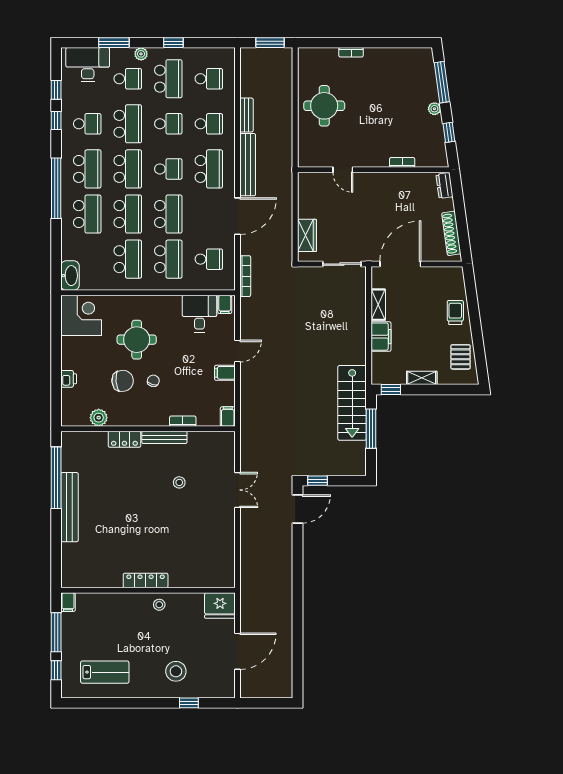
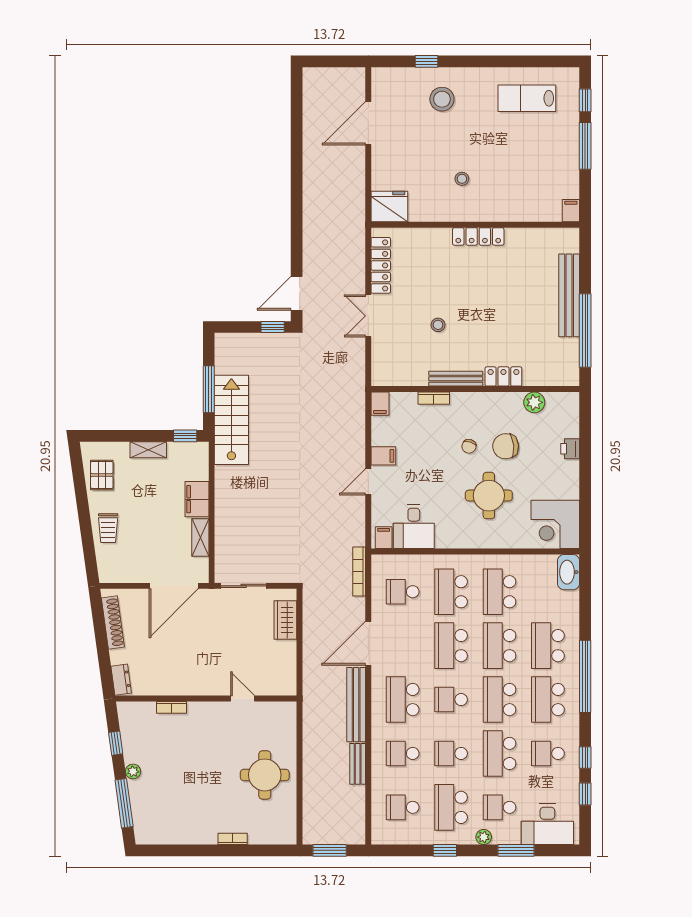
locker: (227, 532) -> (381, 265), added
locker: (146, 580) -> (478, 236), moved
wall: (148, 590) -> (475, 225), moved
filing cabinet: (68, 602) -> (571, 211), moved
fridge: (220, 605) -> (389, 207), moved

